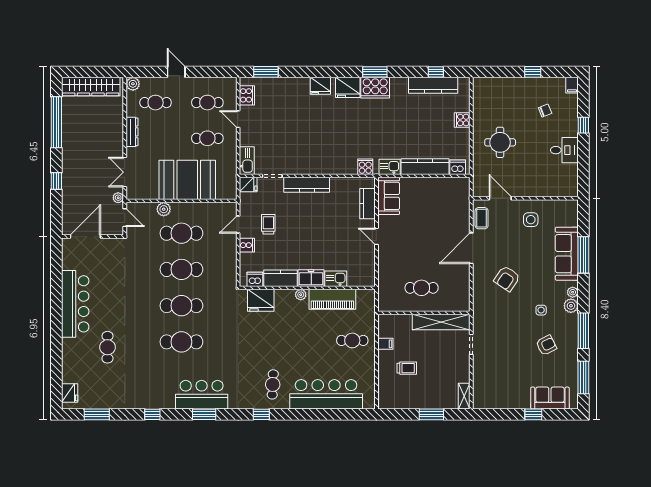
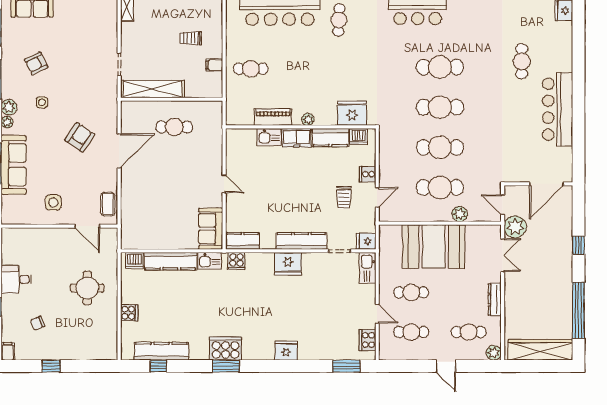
fridge: (348, 87) -> (288, 264), moved, turned 180
plant: (118, 198) -> (515, 227), width x1.88, depth x1.88
kitchen counter: (367, 204) -> (243, 241), moved, turned -90
door: (471, 248) -> (119, 151), moved
piano: (332, 299) -> (273, 117), width x0.73, depth x0.75

